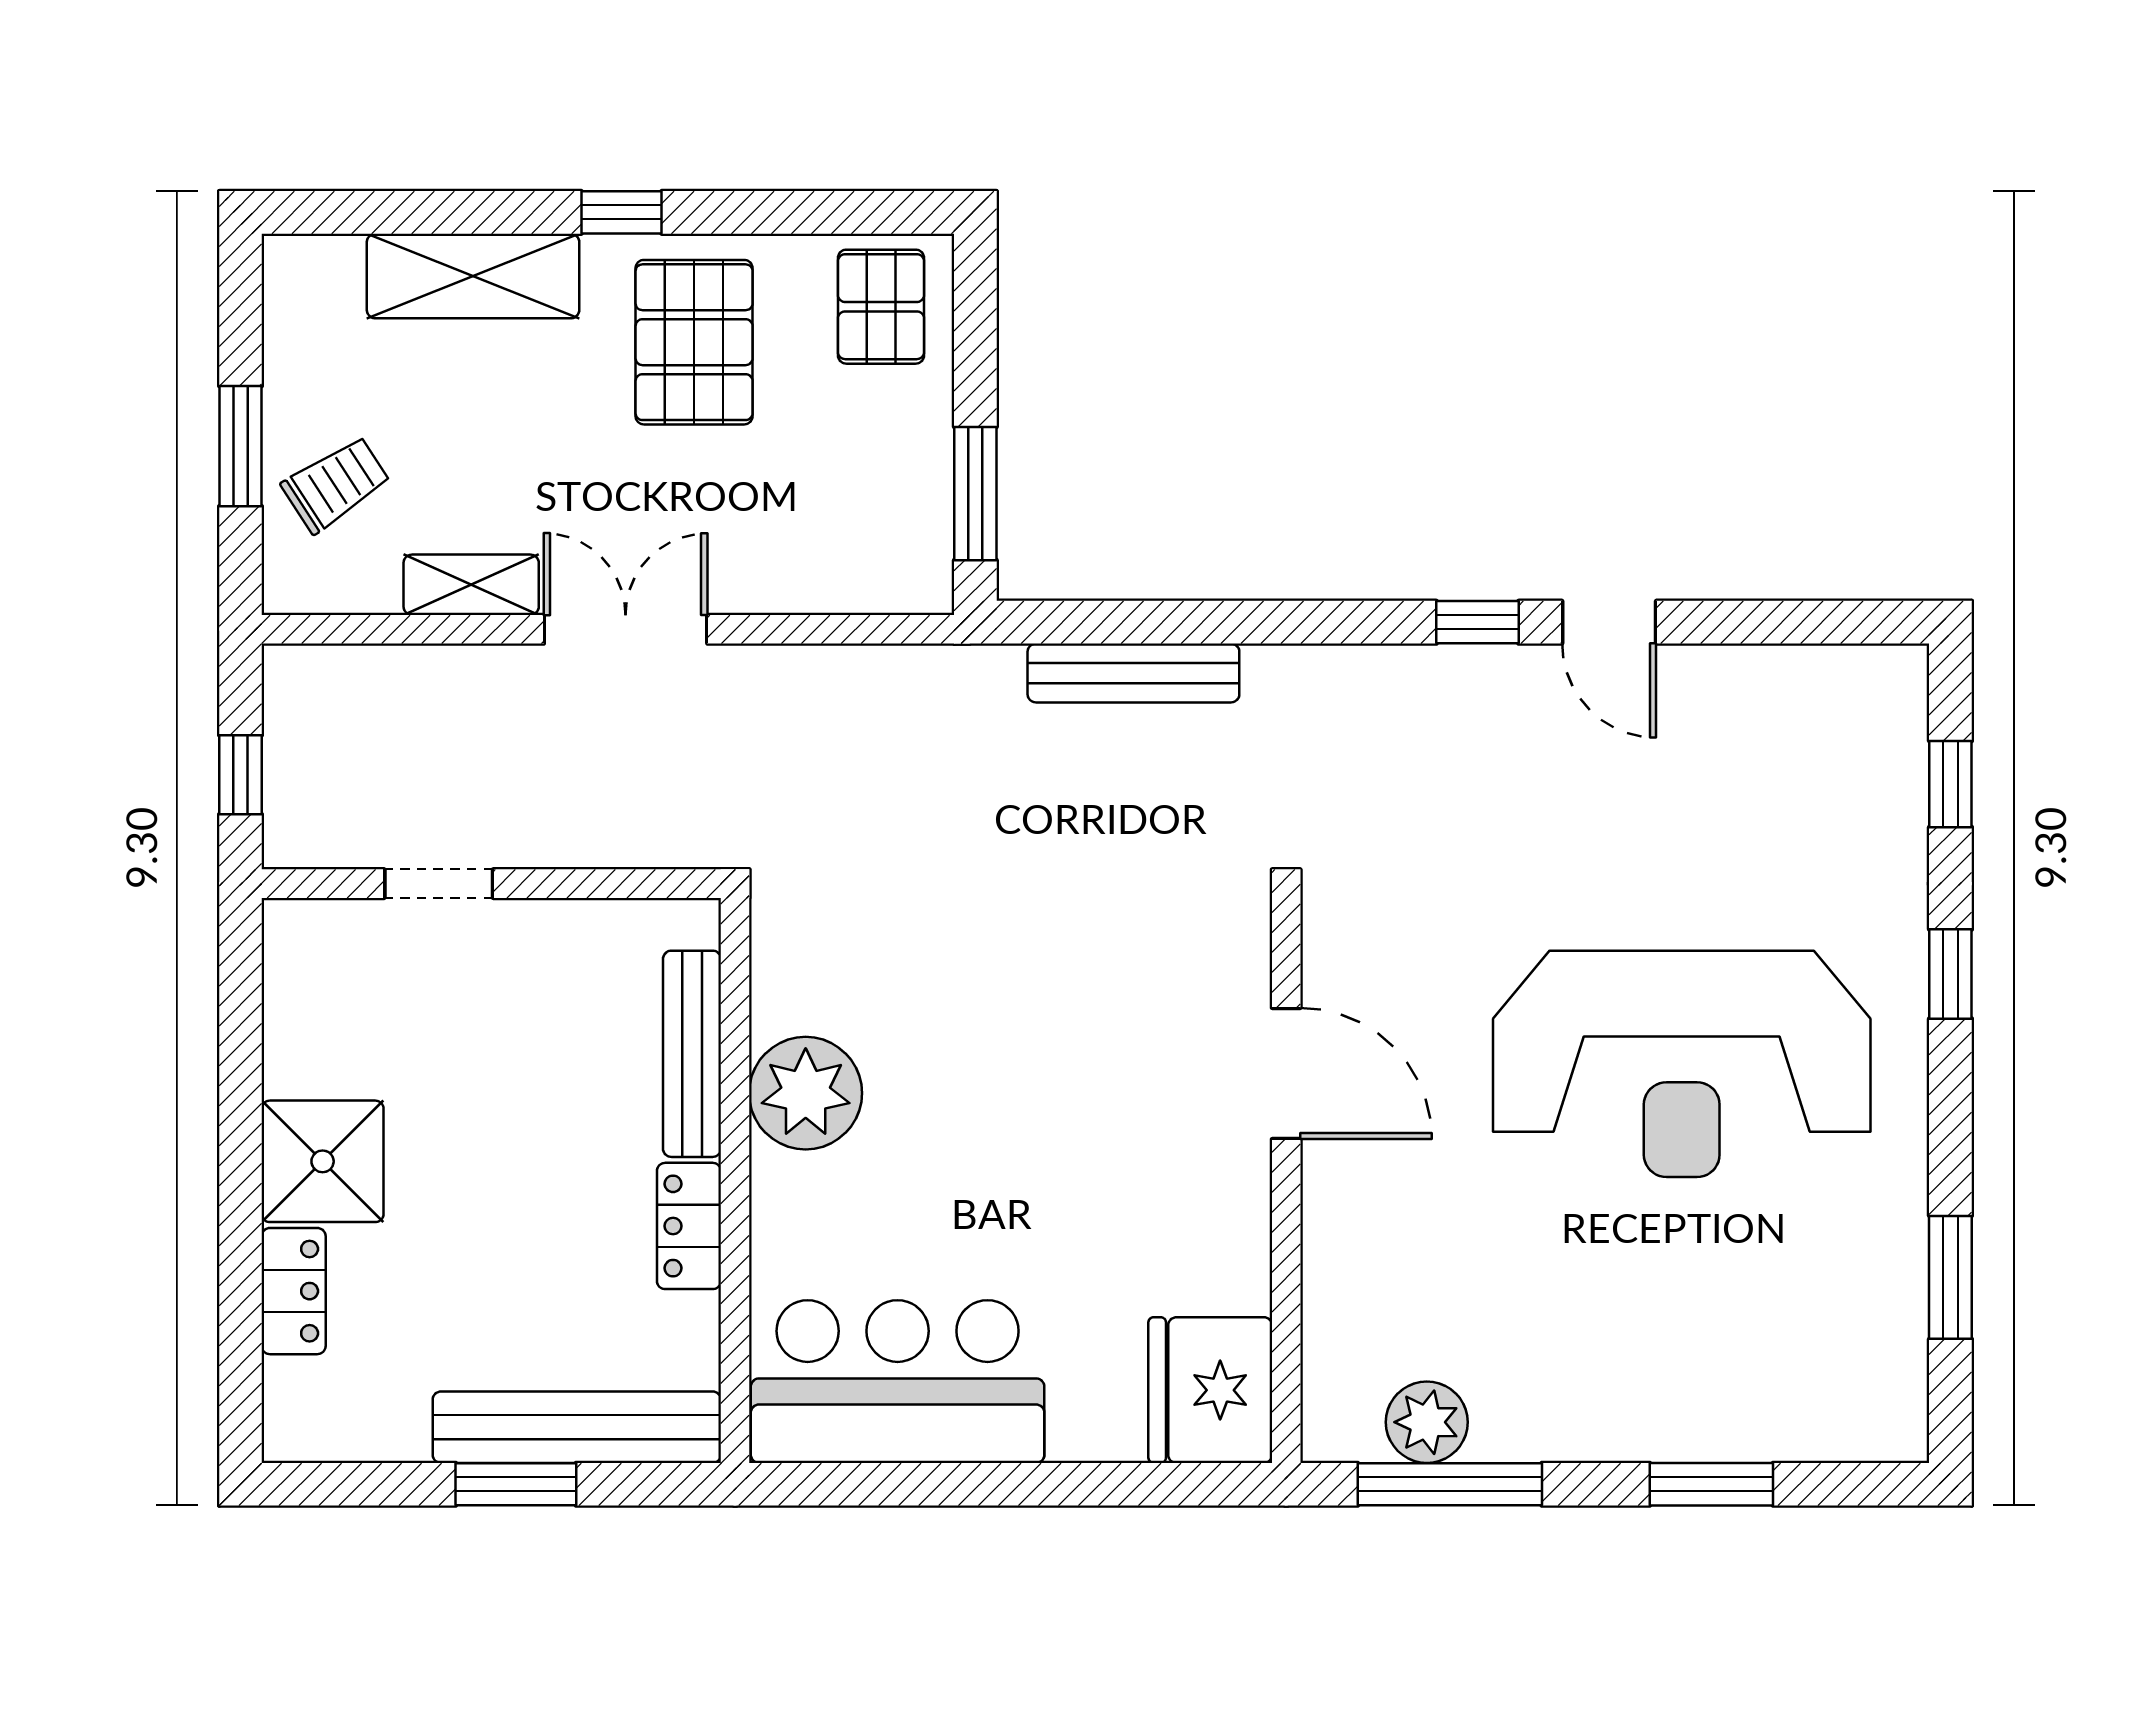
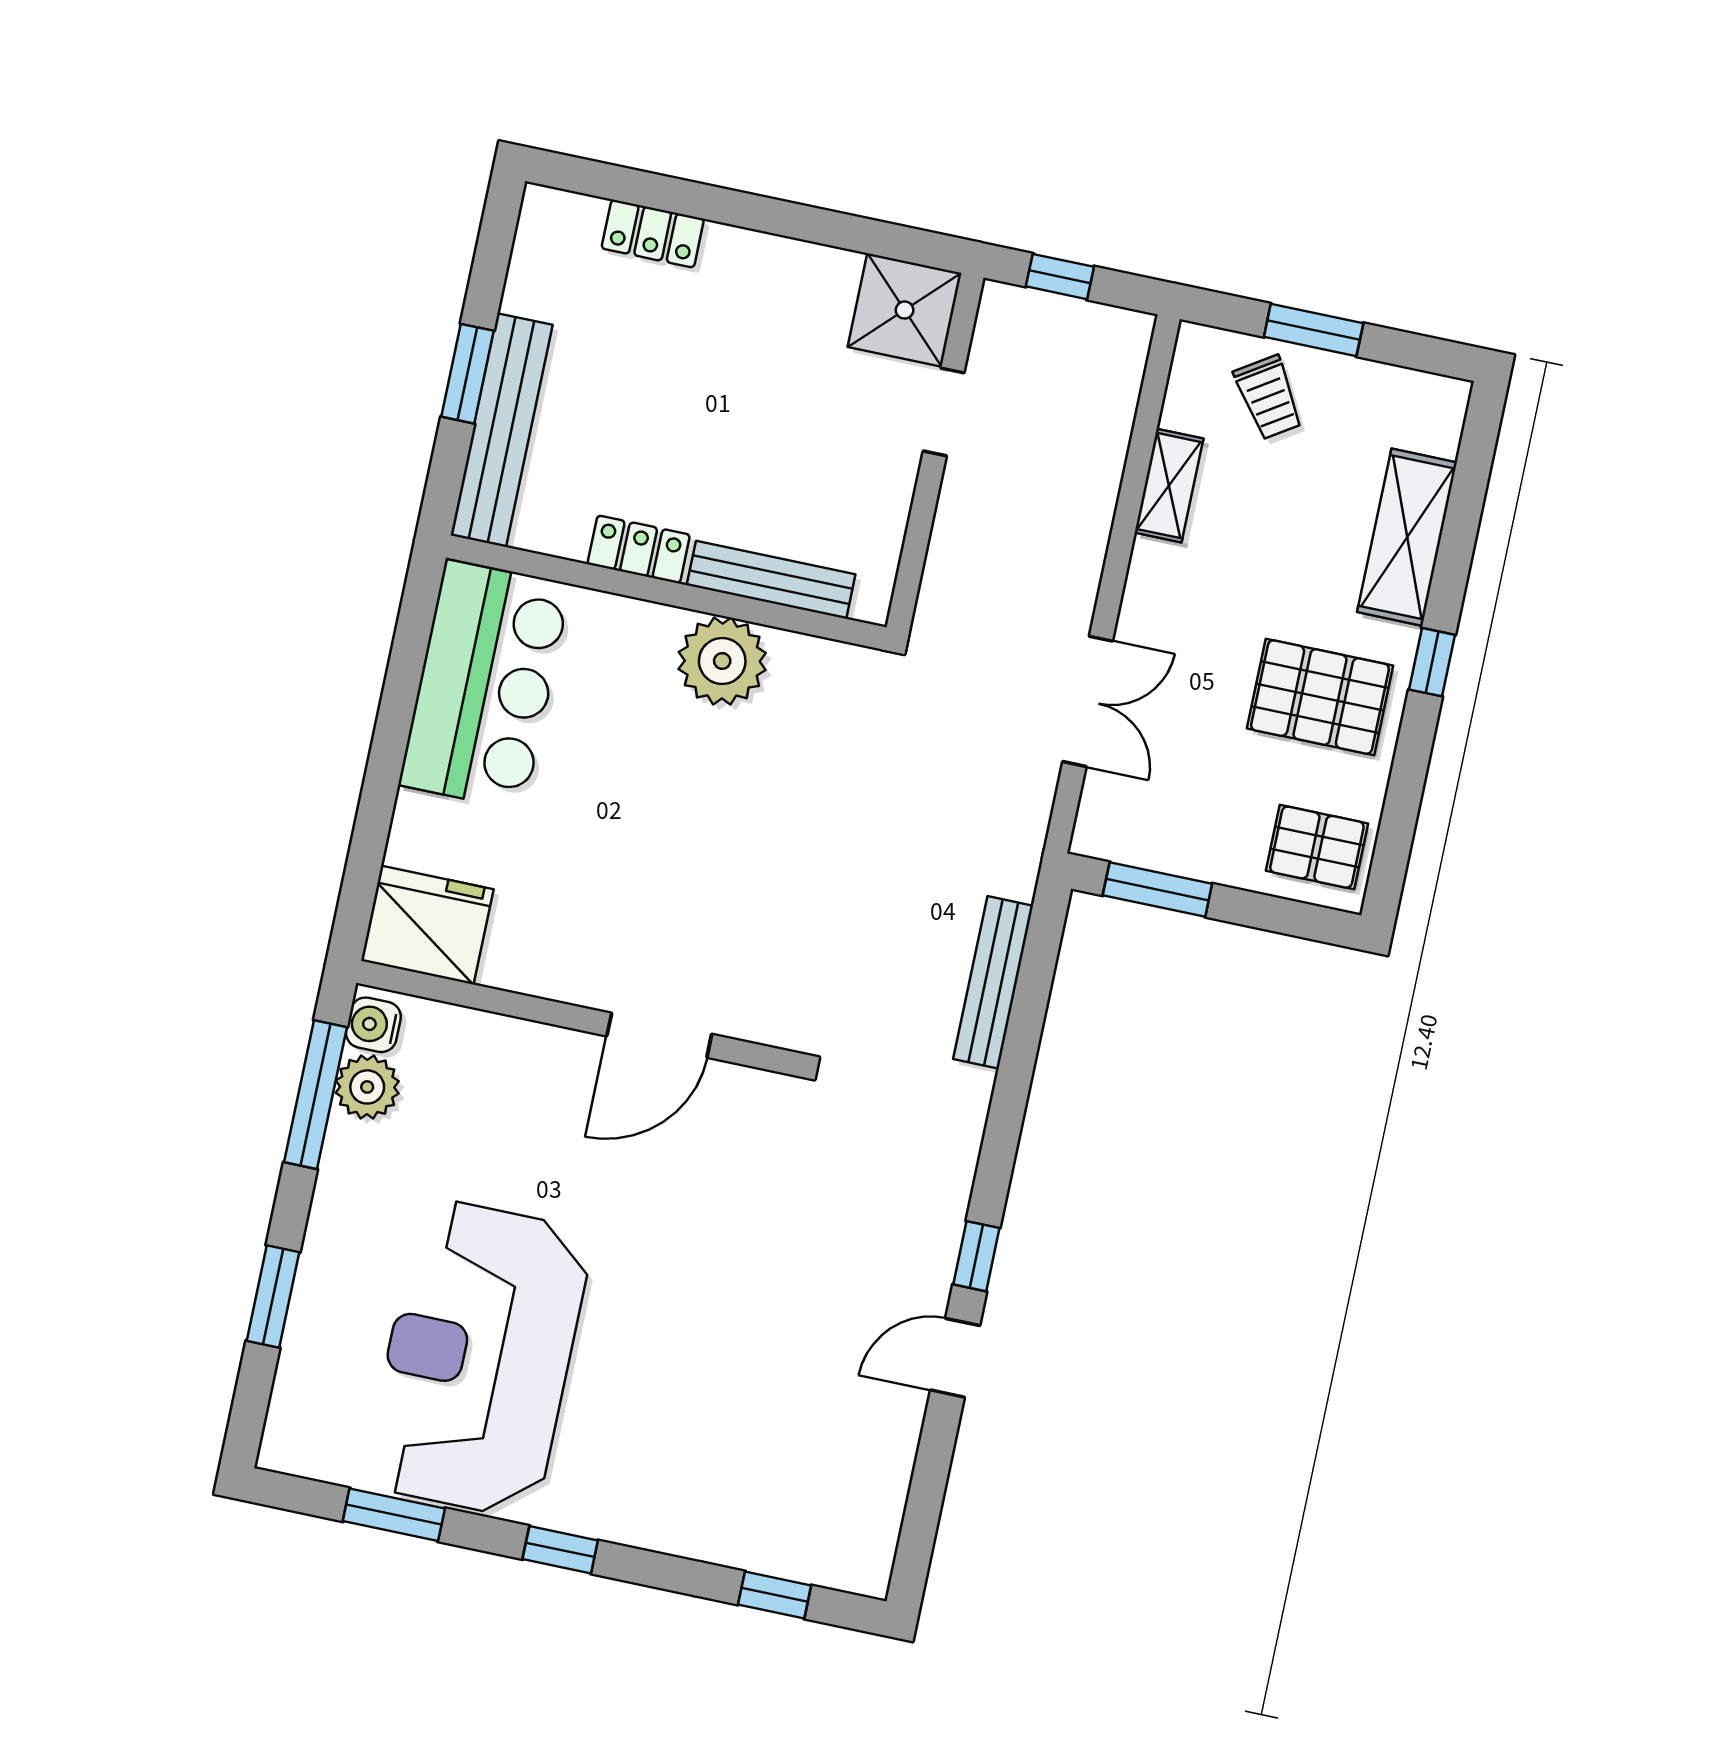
double door: (626, 629) -> (1088, 701), moved
window: (1950, 974) -> (560, 1550), moved
reception desk: (1682, 1064) -> (478, 1358), moved
shower: (323, 1161) -> (905, 310), moved
water cooler: (1348, 1431) -> (373, 1025), added

